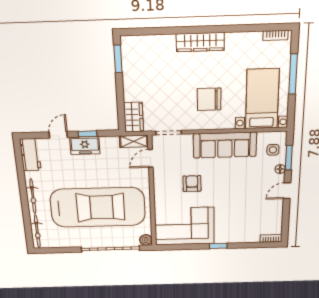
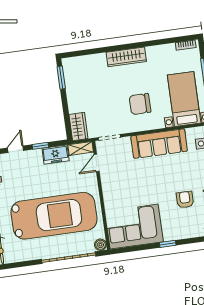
freezer: (85, 146) -> (56, 155), moved
armchair: (192, 184) -> (185, 200), moved

